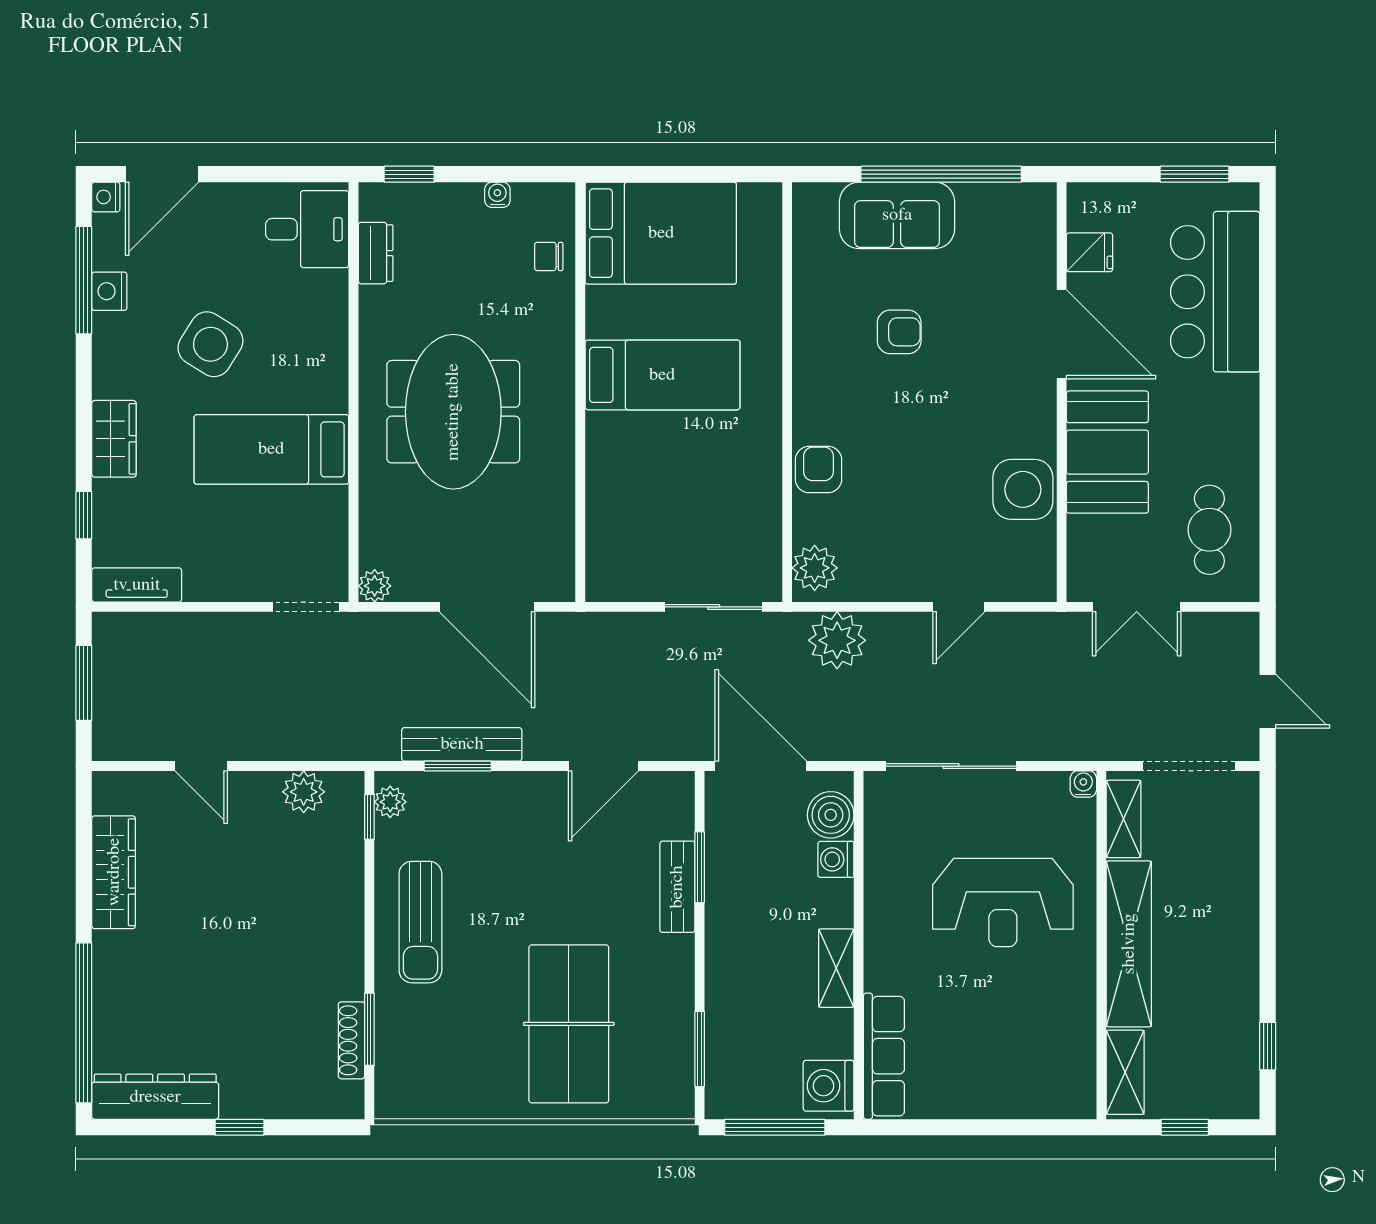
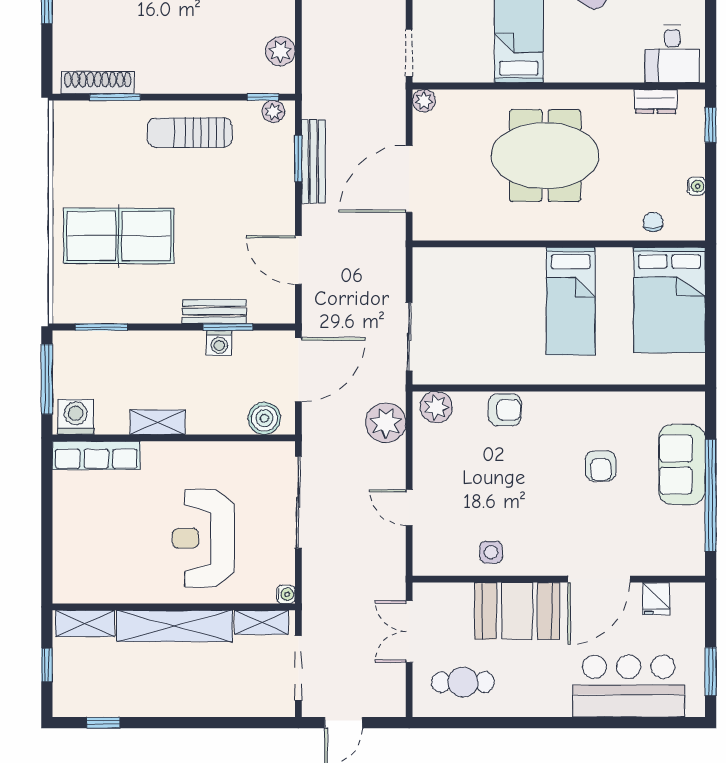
side table: (1023, 489) -> (491, 552), width x0.54, depth x0.54
washing machine: (836, 859) -> (219, 343), moved, turned 180
shoe rack: (352, 1040) -> (98, 83), width x1.36, depth x1.24

